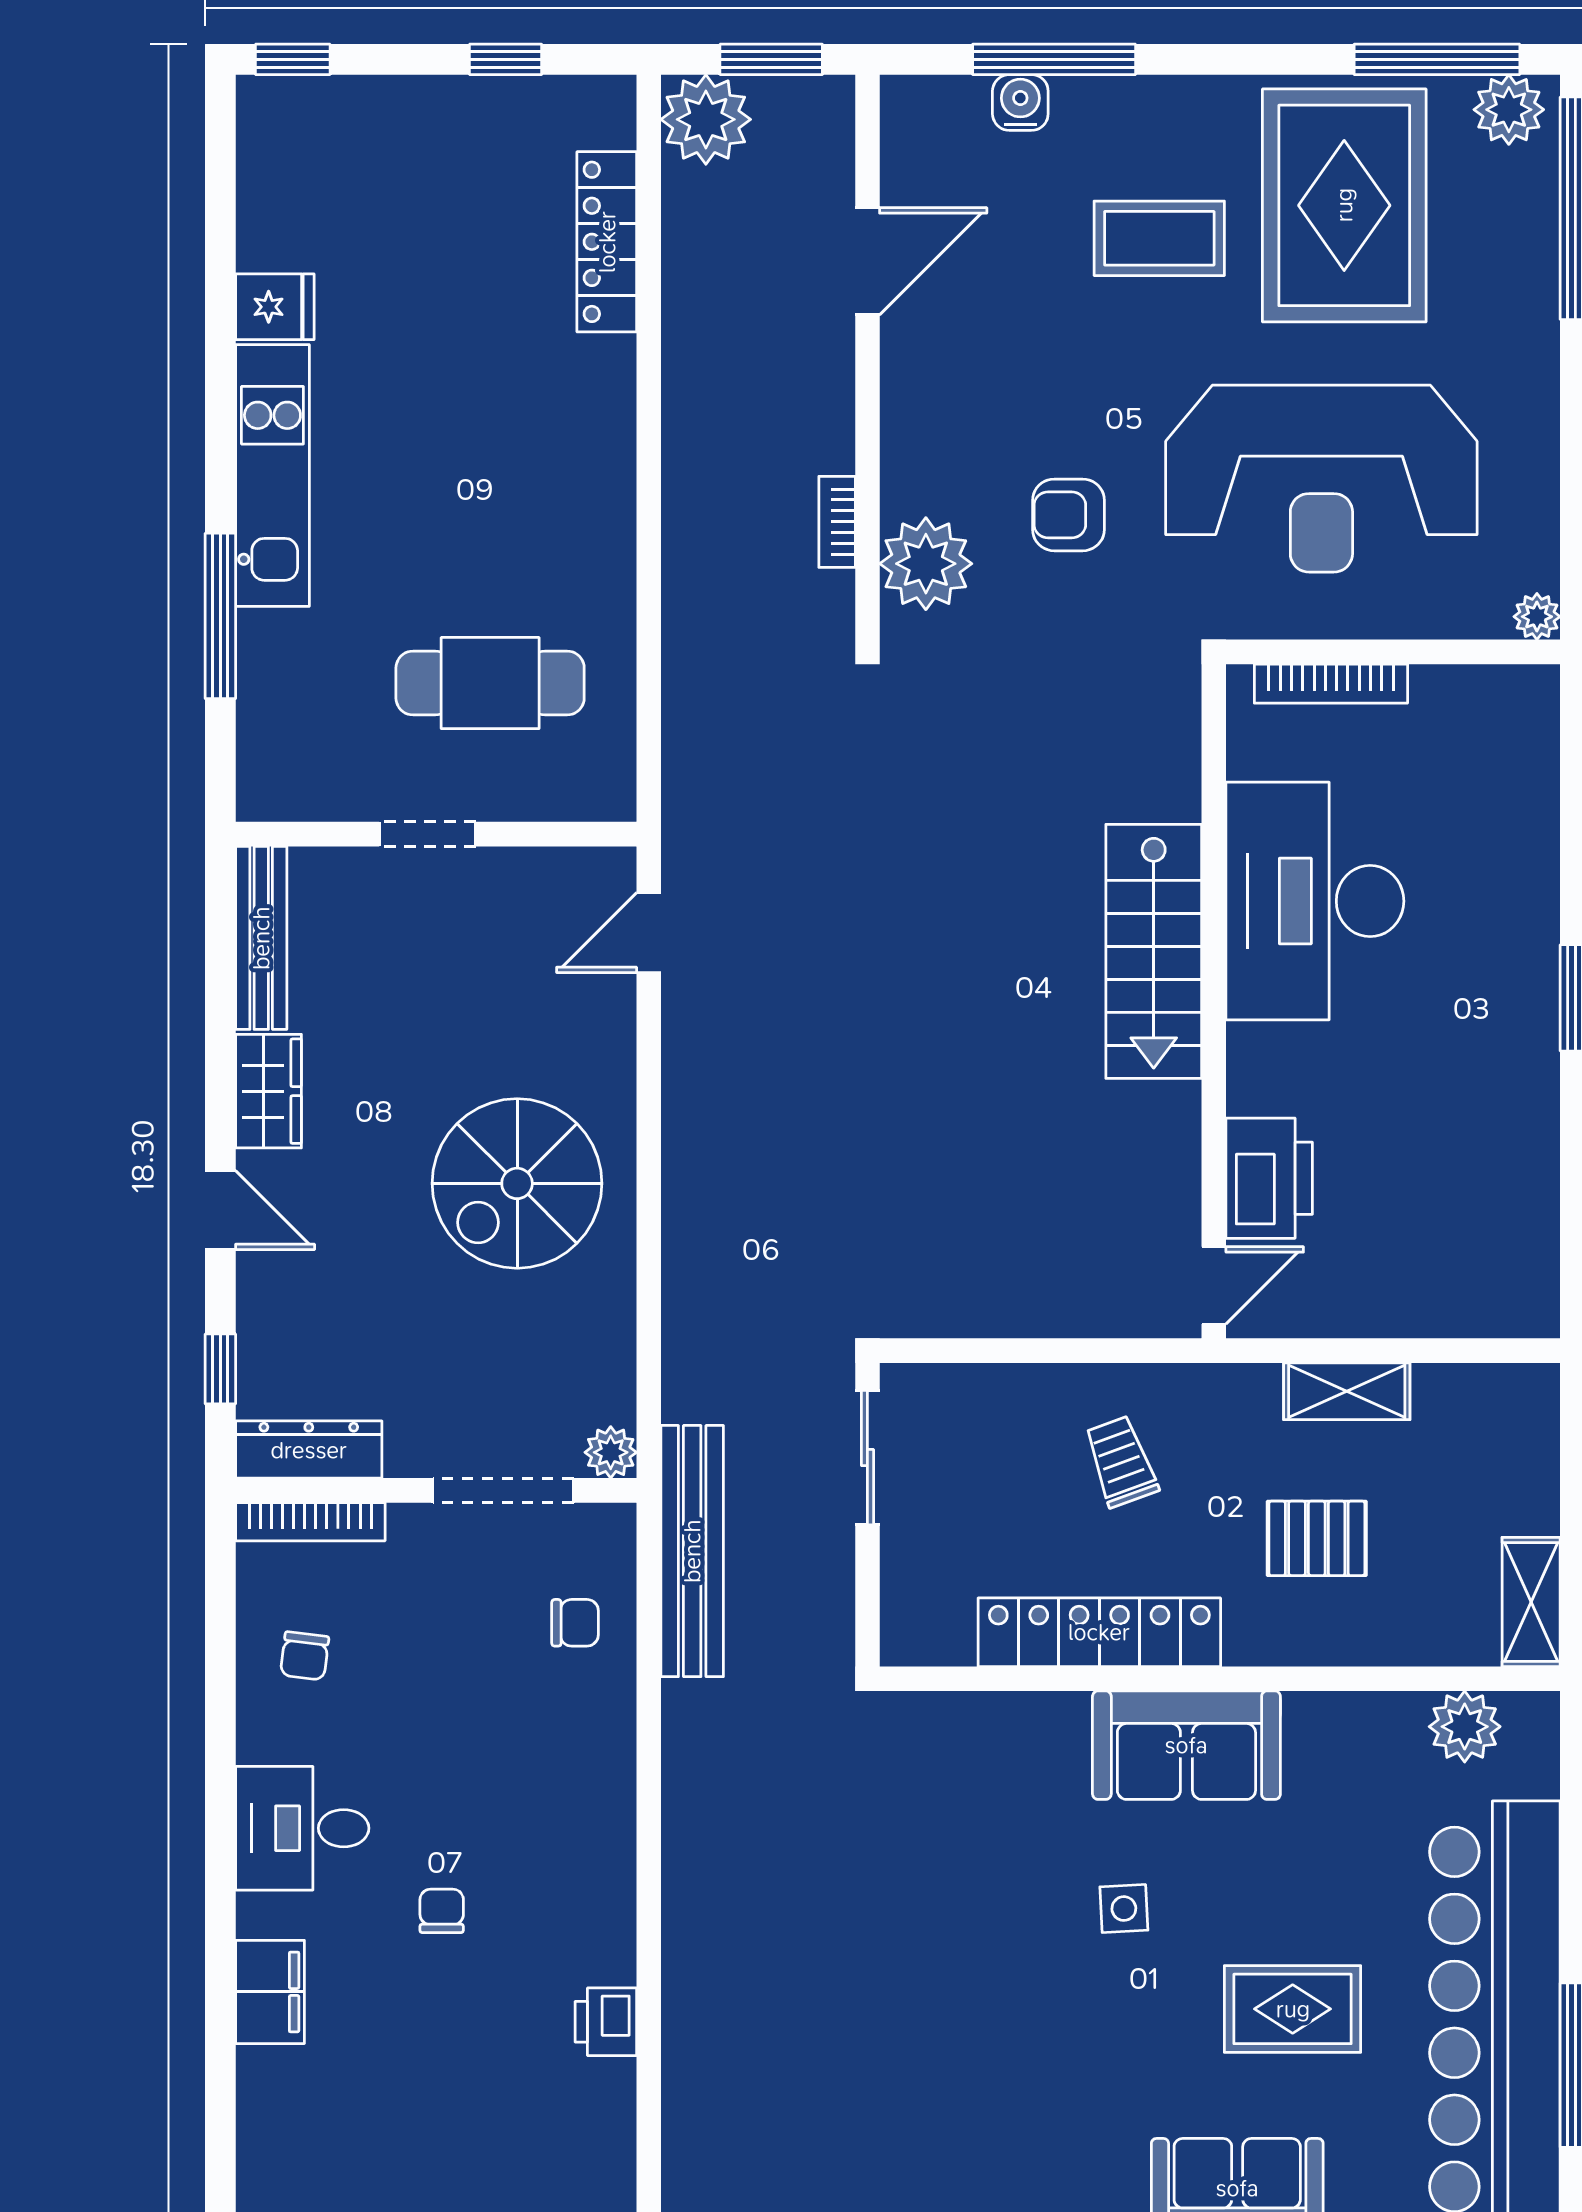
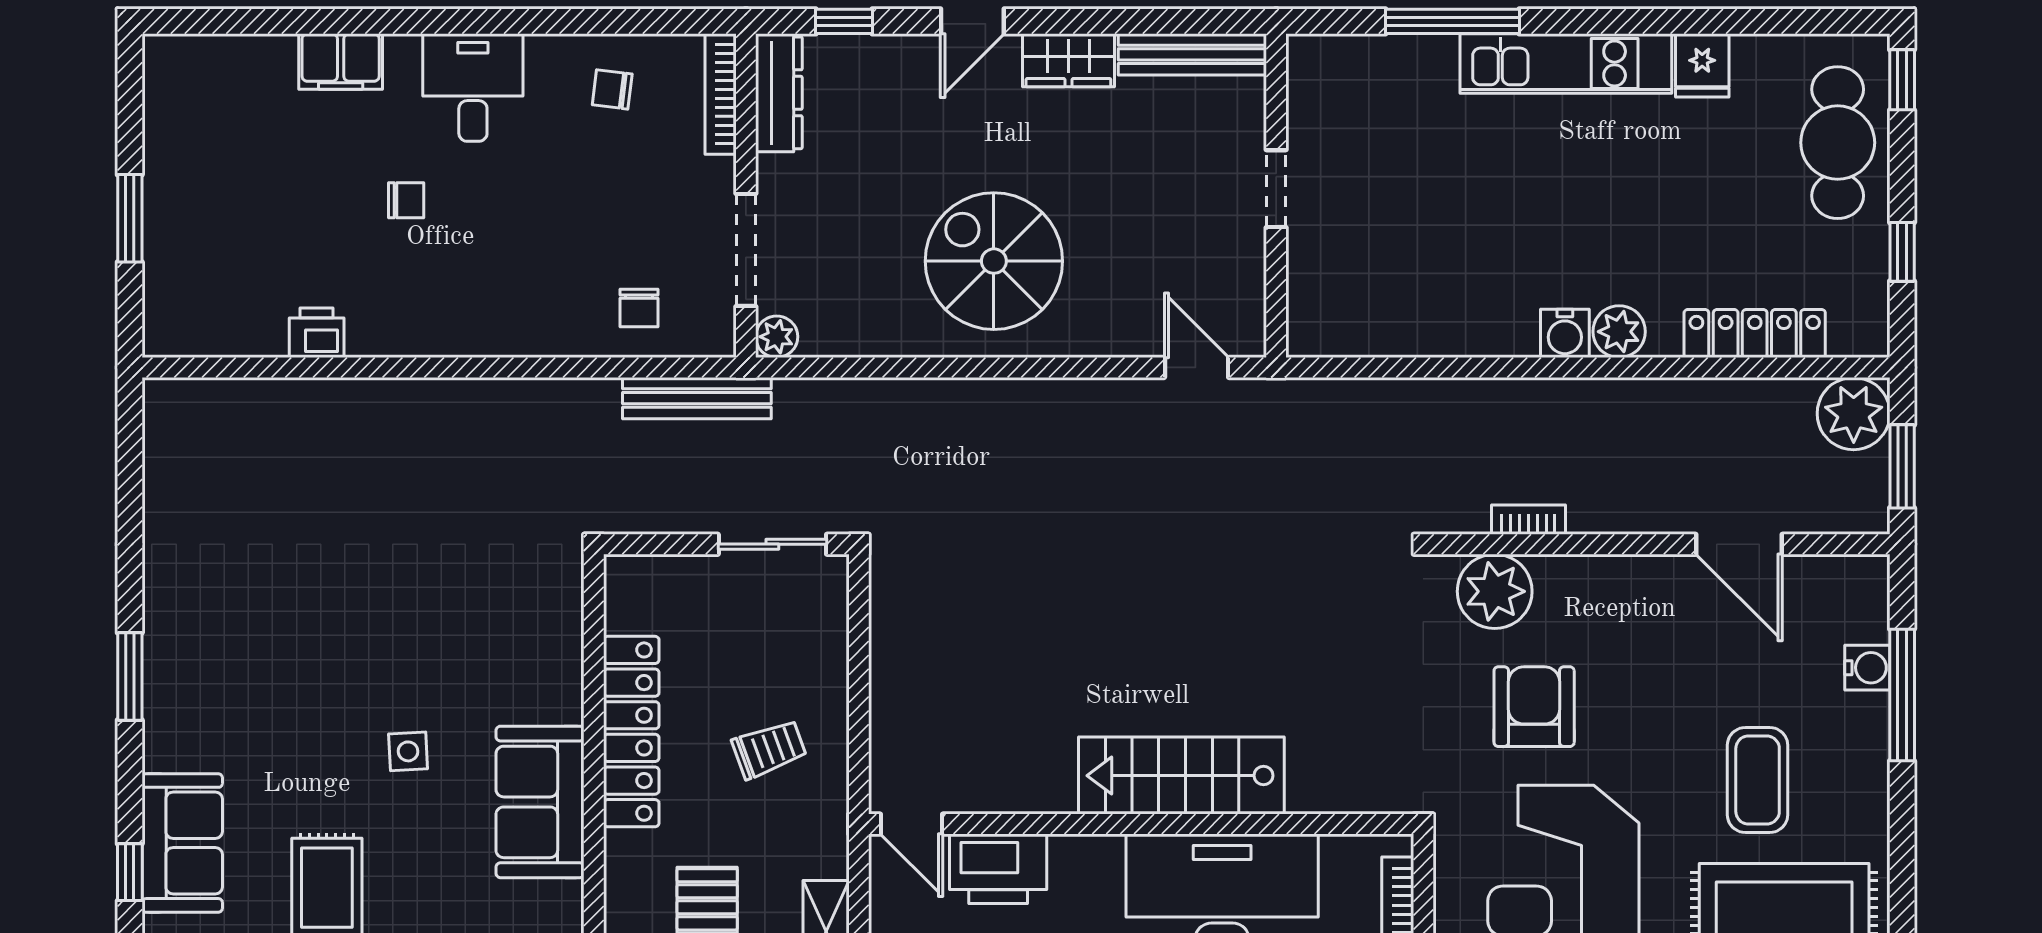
plant: (604, 410) -> (1619, 332), added
water cooler: (607, 477) -> (1565, 333), added
armchair: (1068, 515) -> (1534, 707), width x1.38, depth x1.38
cafe table: (490, 683) -> (1838, 143), moved
bench: (692, 1551) -> (697, 398), width x0.73, depth x0.82

